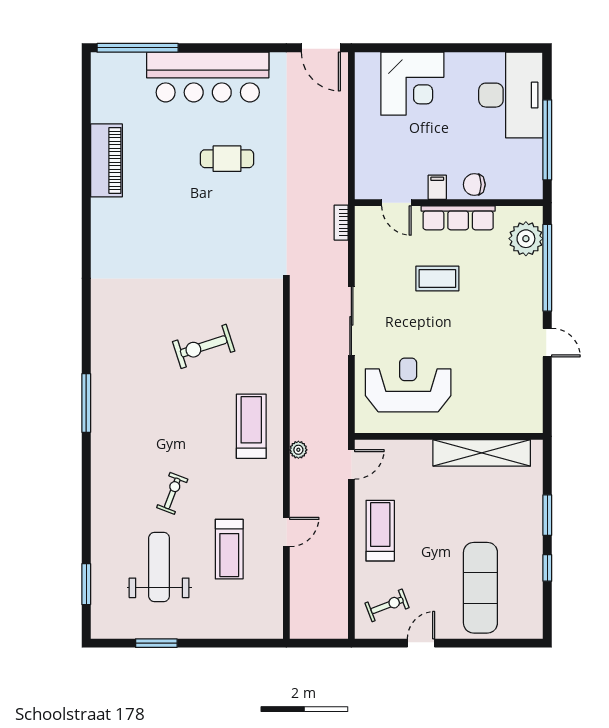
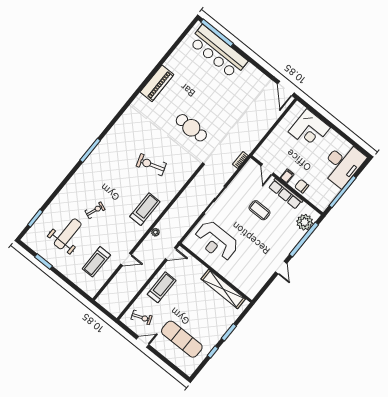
bar counter: (208, 77) -> (218, 52), moved
cafe table: (227, 159) -> (191, 128), moved, width x1.37, depth x1.35
piano: (106, 160) -> (157, 83), moved
reception desk: (408, 385) -> (216, 241), turned 180
treadmill: (229, 549) -> (96, 262), moved
exercise mat: (480, 588) -> (182, 339), turned 90

